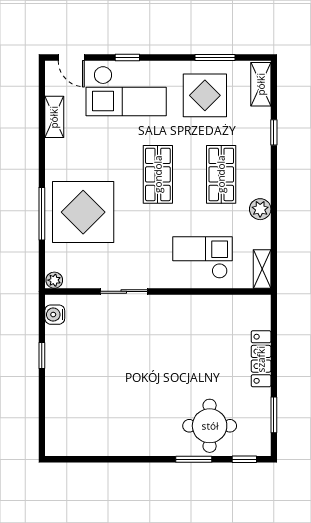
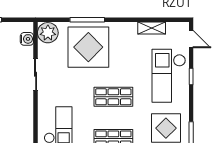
door: (71, 57) -> (191, 39), swing flipped
plant: (54, 280) -> (48, 33), width x1.88, depth x1.88
water cooler: (55, 315) -> (27, 39), moved, turned 90

